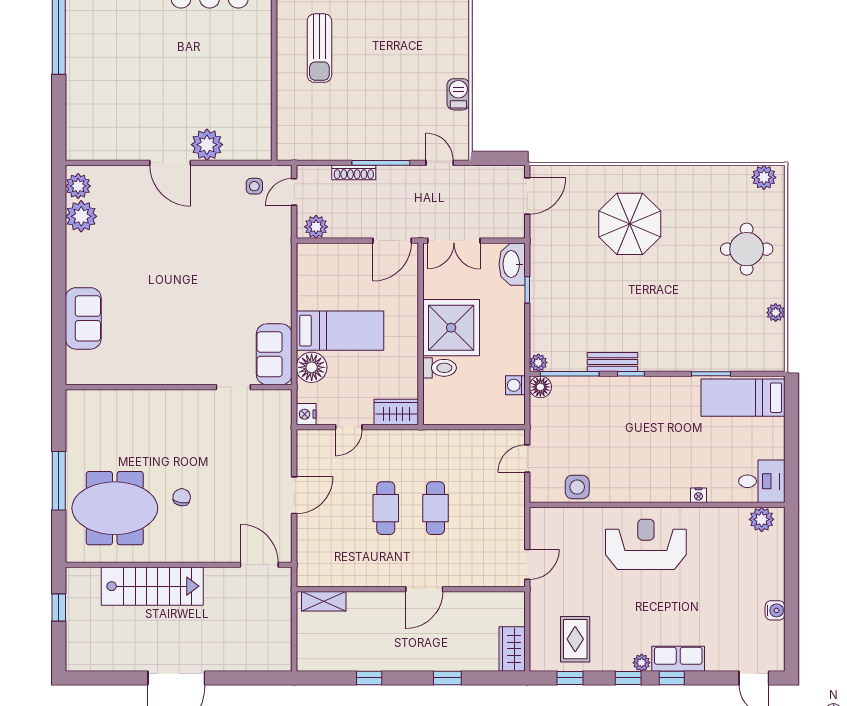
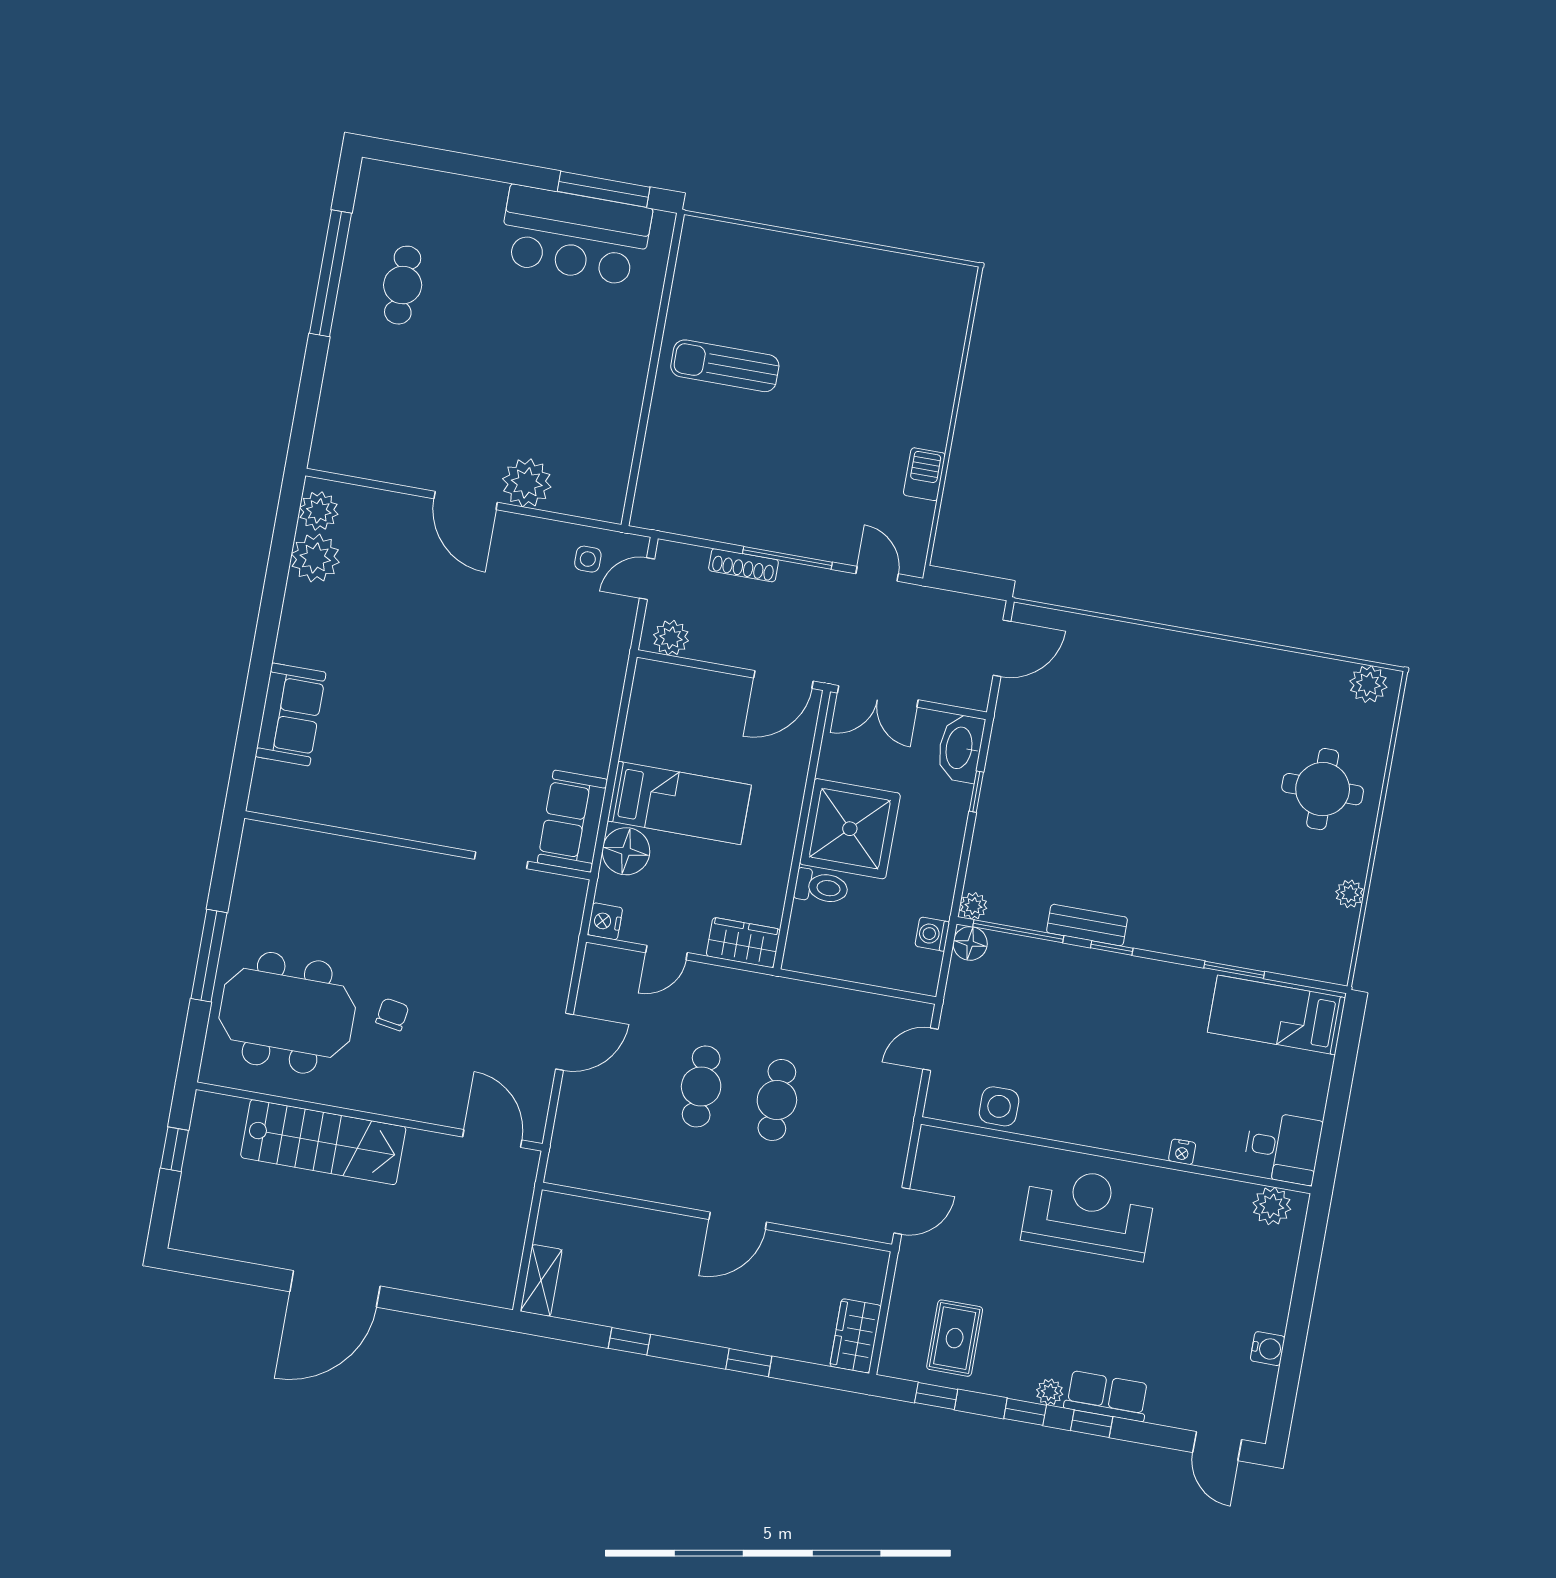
cafe table: (106, 33) -> (403, 285), added
sun lounger: (319, 48) -> (725, 366), turned 90
parasol: (630, 224) -> (1151, 719), removed
shelving: (324, 601) -> (541, 1280), moved, turned 90

